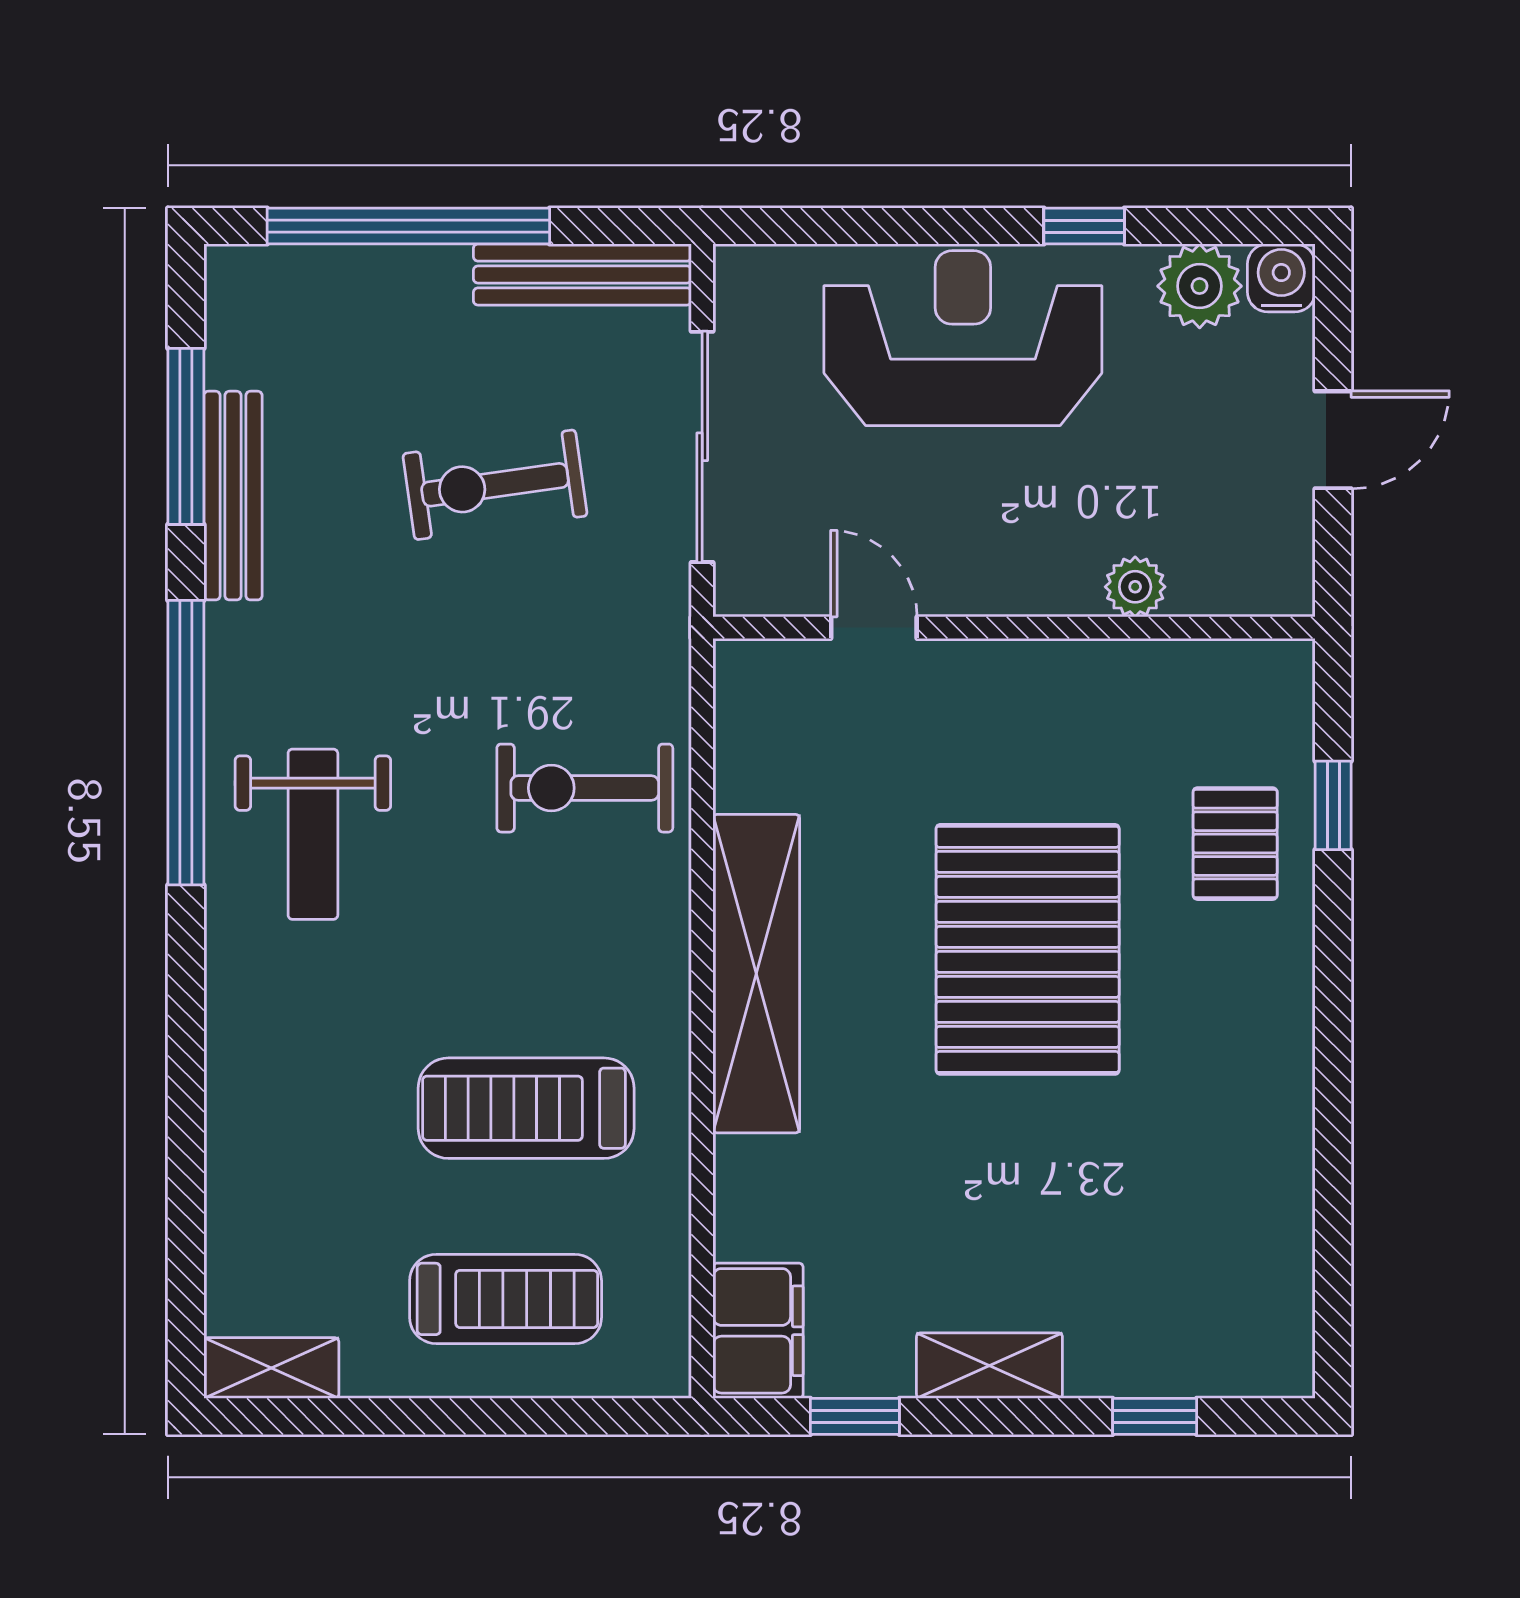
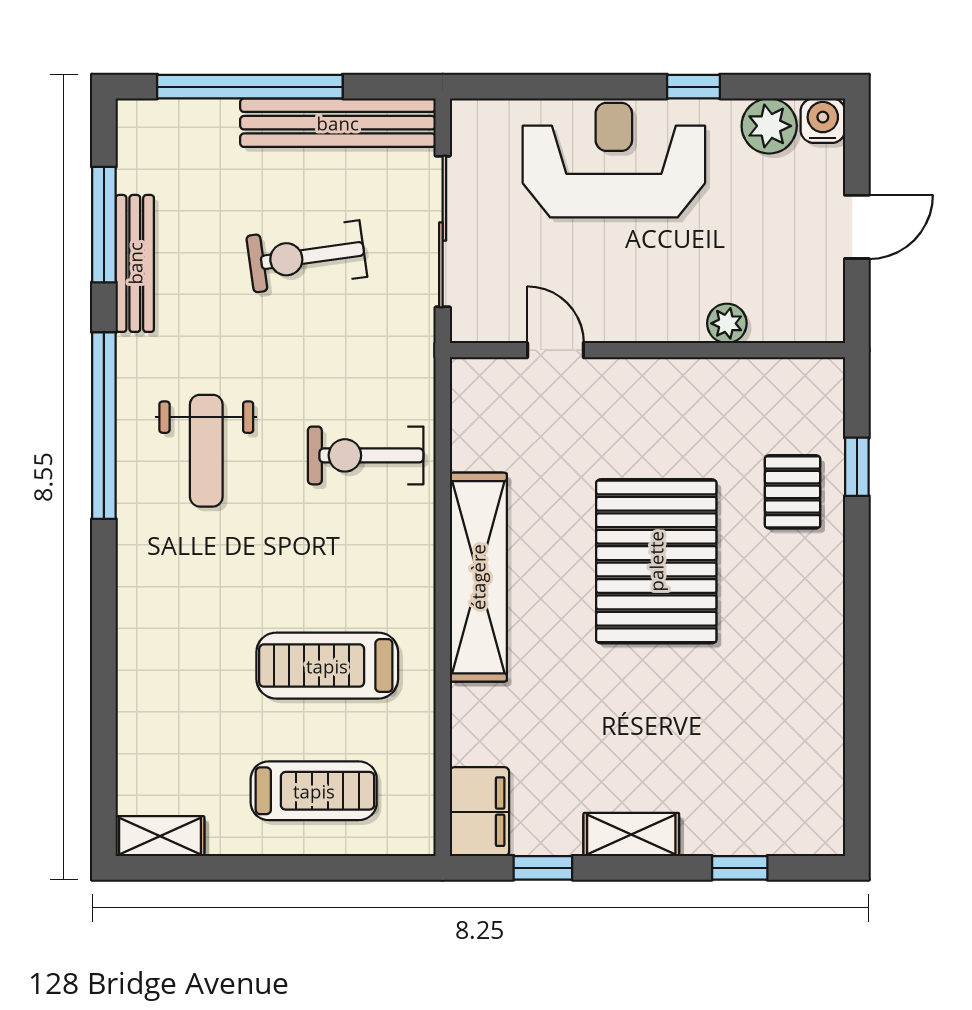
bench: (582, 274) -> (338, 123), width x1.37, depth x1.21
weight bench: (313, 834) -> (206, 451), moved

